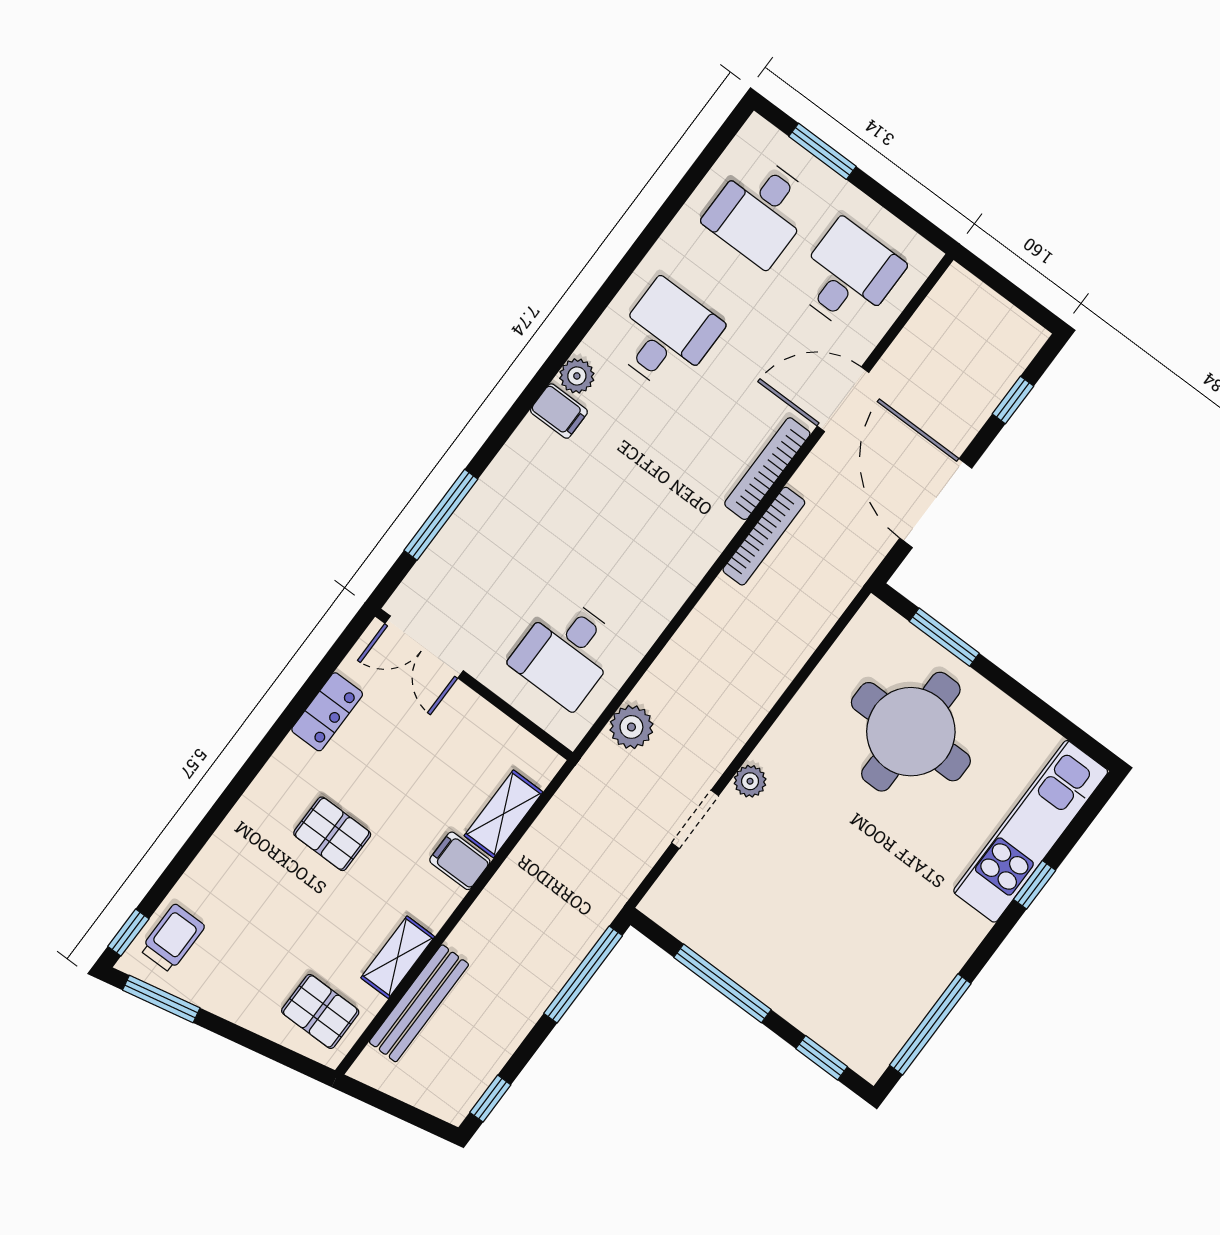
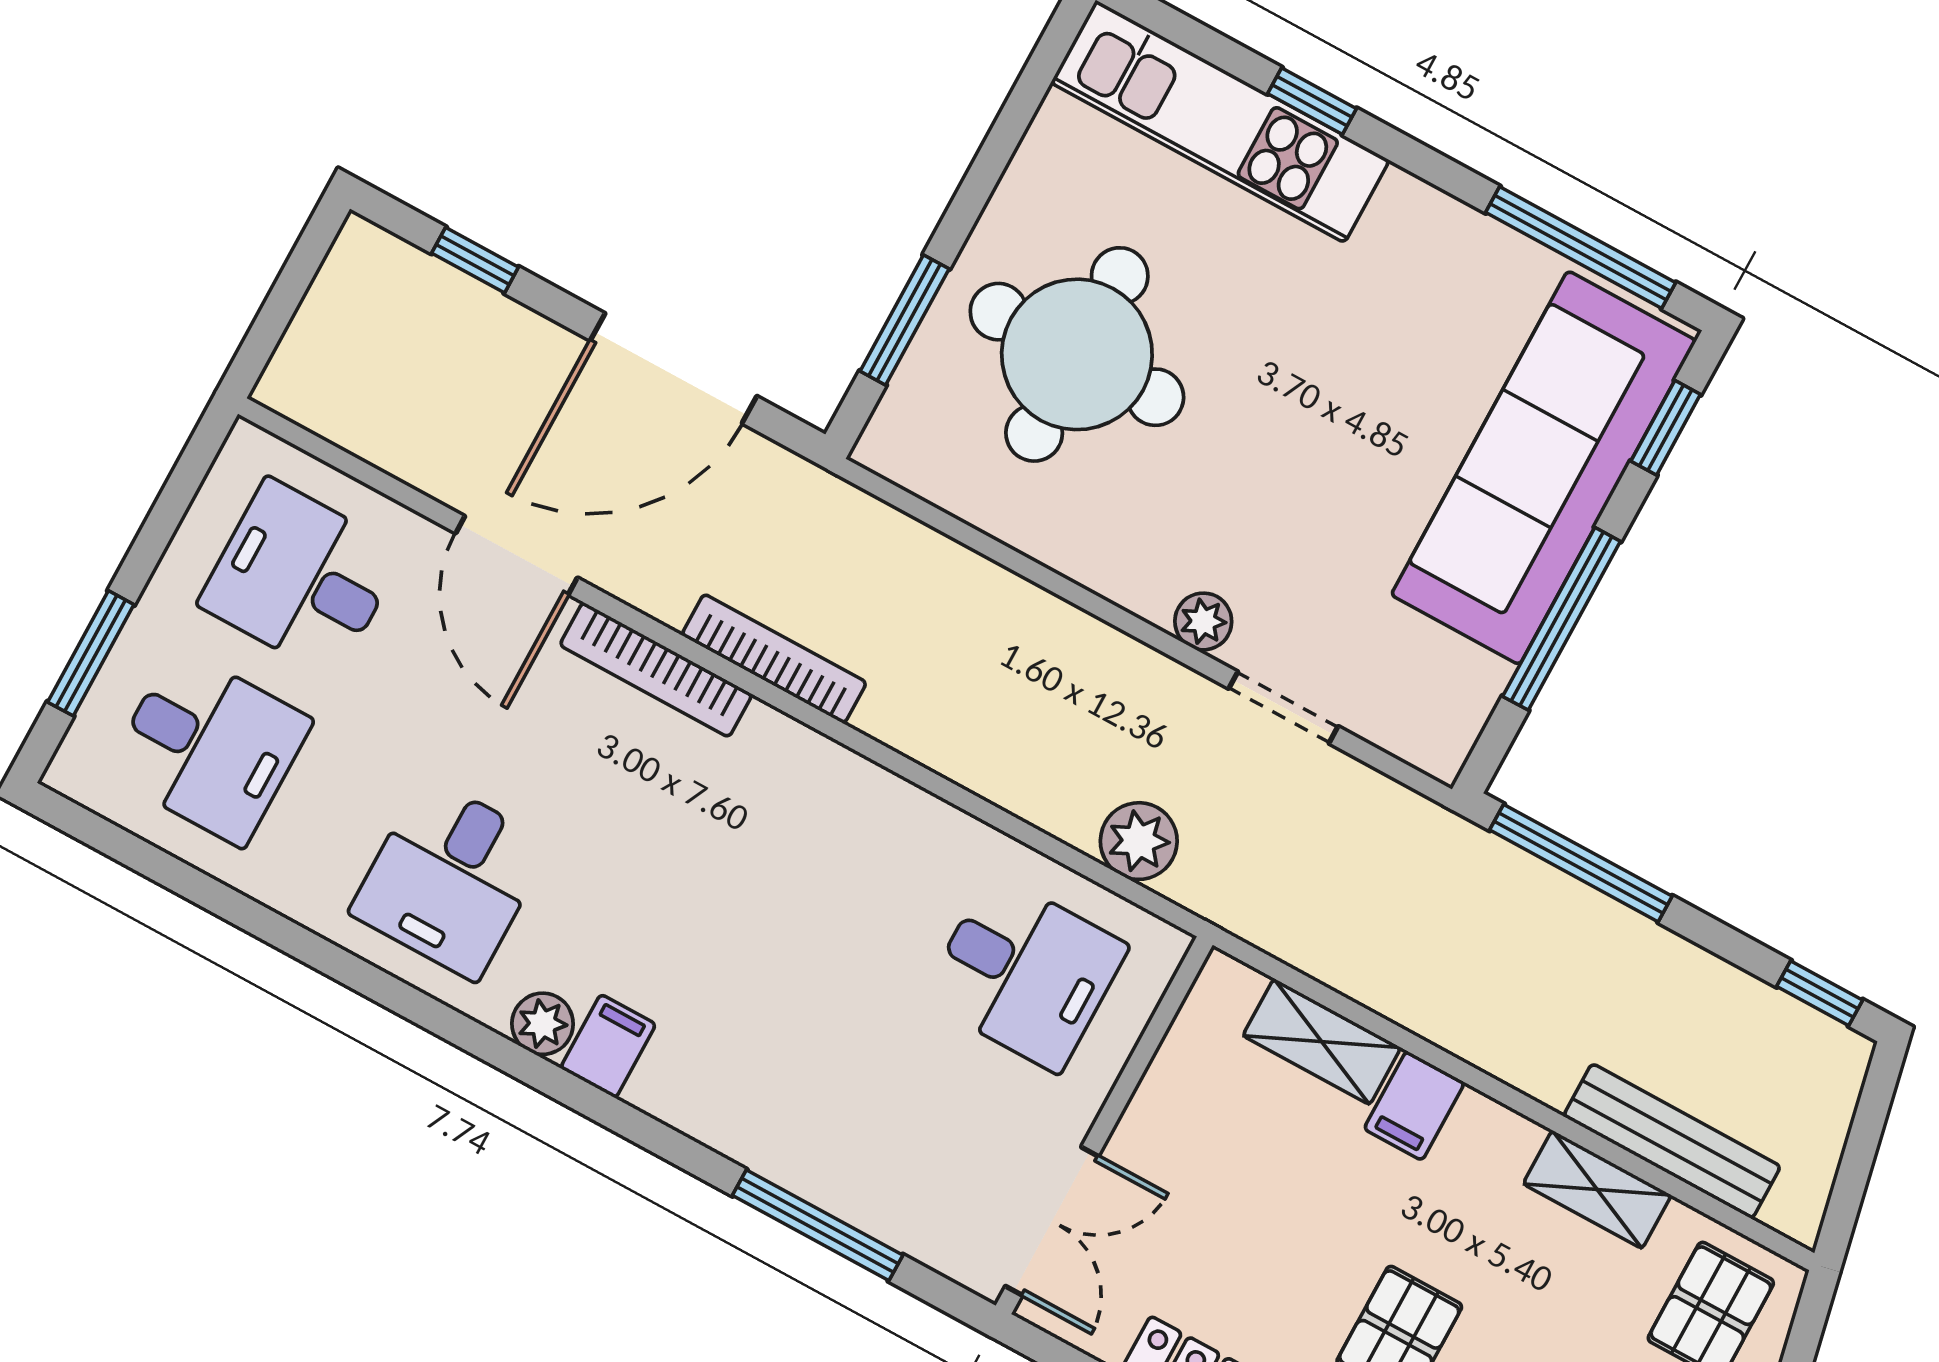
desk: (666, 336) -> (450, 878), turned -90
sofa: (809, 986) -> (1544, 468), added

